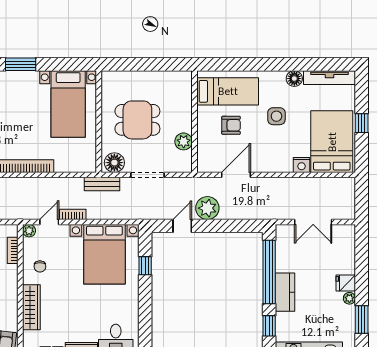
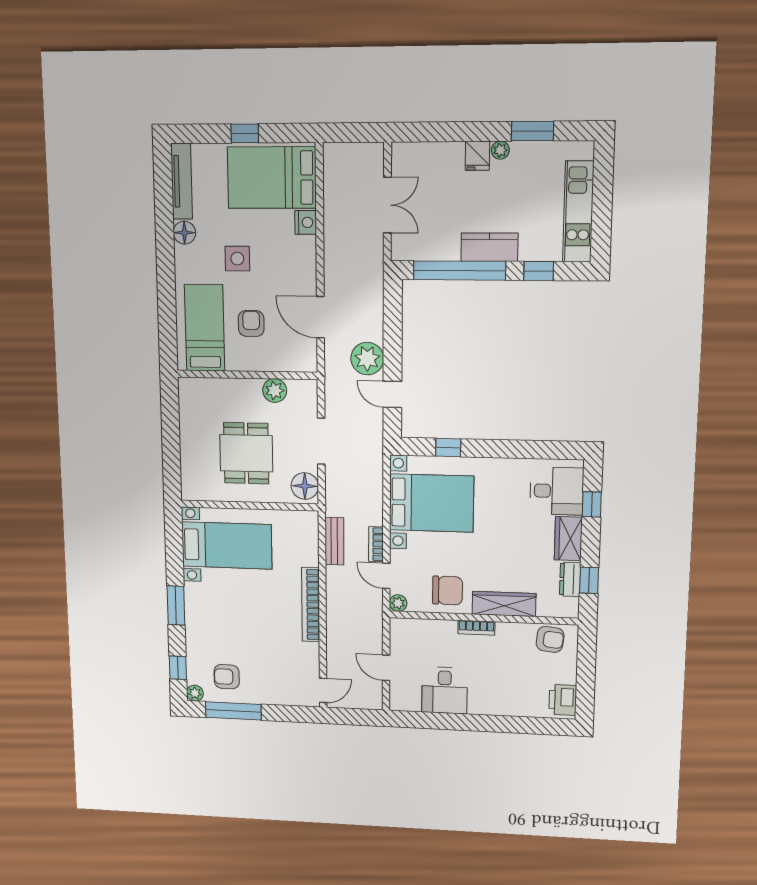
bench: (102, 184) -> (334, 541), moved
bookcase: (13, 250) -> (476, 628), moved
chair: (40, 266) -> (447, 590), width x1.87, depth x1.87

